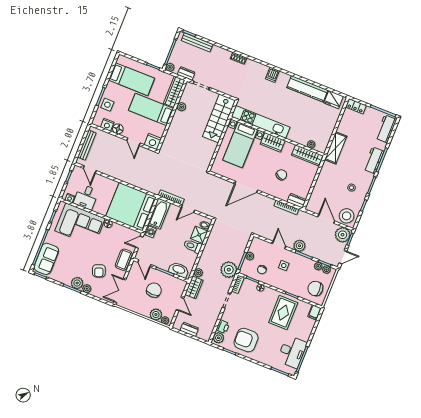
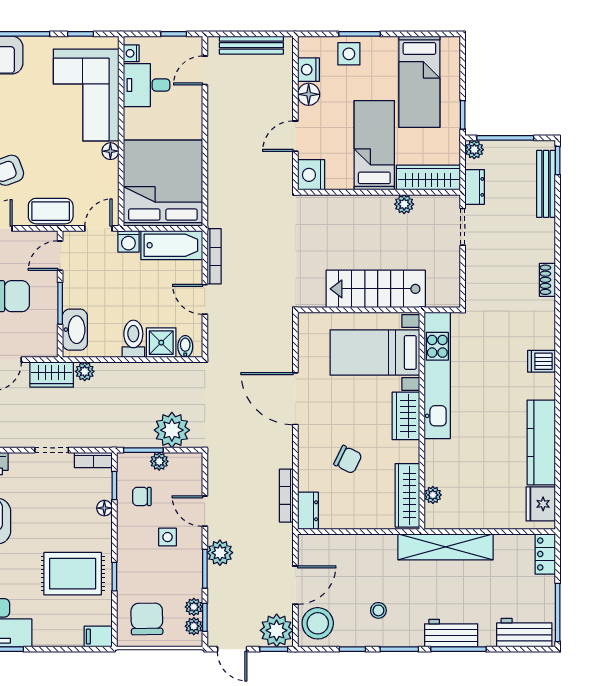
stairs: (219, 118) -> (376, 289), moved
shelving: (336, 148) -> (446, 547), width x1.47
door: (139, 242) -> (98, 228), hinge flipped
door: (279, 245) -> (205, 511), swing flipped
plant: (229, 270) -> (172, 430), moved

